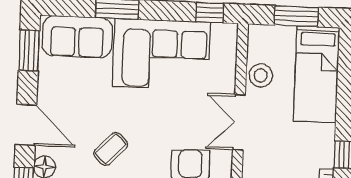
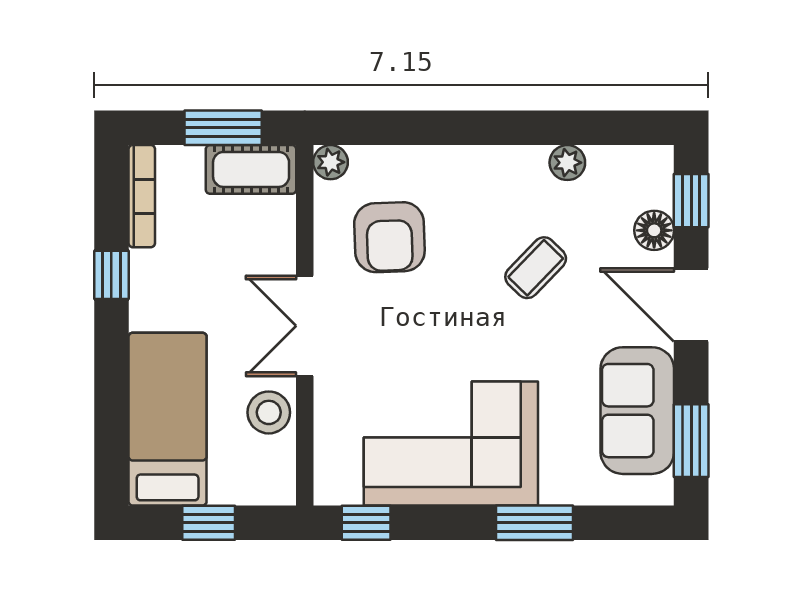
window: (296, 16) -> (209, 523), width x0.67
sofa: (77, 37) -> (637, 411), moved, turned -90
double door: (239, 122) -> (305, 326), swing flipped

